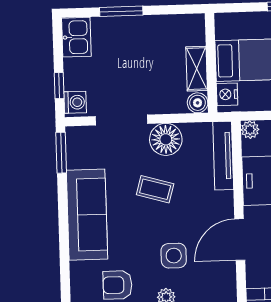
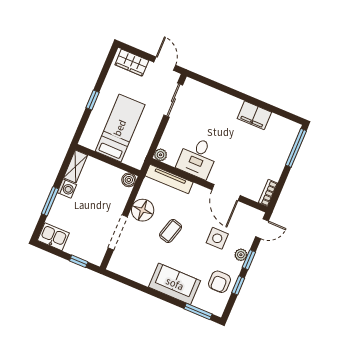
shelving: (197, 69) -> (76, 166), moved, turned 90
nightstand: (227, 94) -> (132, 159), removed
washing machine: (75, 102) -> (67, 189), moved, turned 90
window: (61, 153) -> (198, 311), moved
sofa: (87, 215) -> (175, 284), width x0.73

